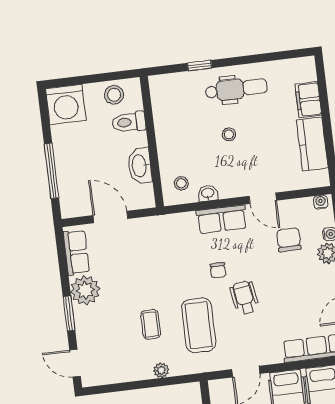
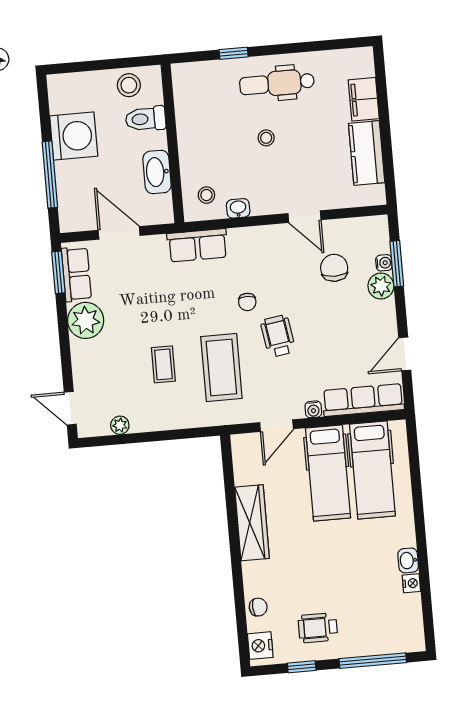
dental chair: (236, 89) -> (277, 83), turned 180
washing machine: (66, 104) -> (74, 136), moved, turned -90
water cooler: (321, 202) -> (313, 409), moved, turned 180
row of seats: (222, 219) -> (197, 245), moved
window: (69, 314) -> (58, 272), moved
plant: (161, 370) -> (120, 425), moved

